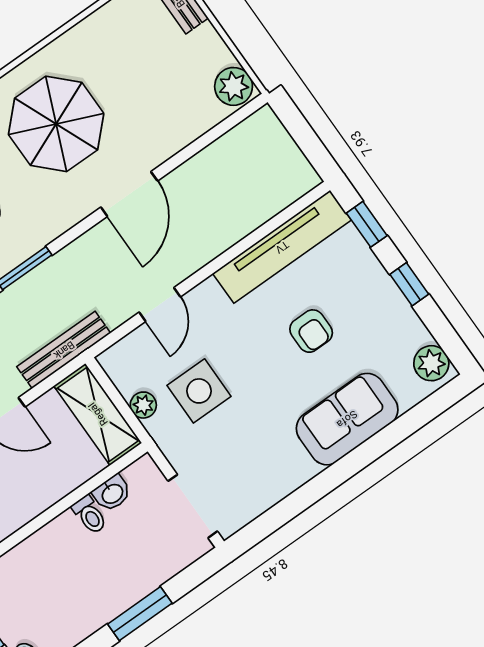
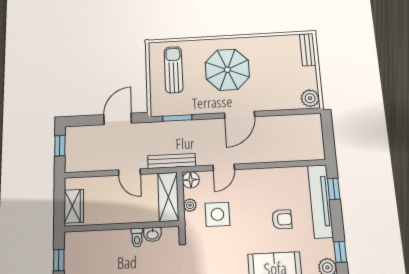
tv unit: (282, 247) -> (320, 201), moved, turned 90
window: (409, 284) -> (340, 252), moved
armchair: (311, 331) -> (282, 219), turned -90
floor lamp: (117, 361) -> (191, 180), added

